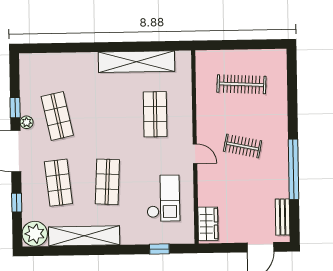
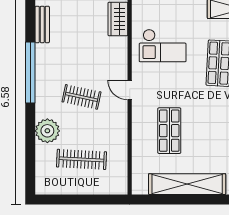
plant: (276, 112) -> (47, 131), added
checkout: (163, 198) -> (163, 46), turned -90

